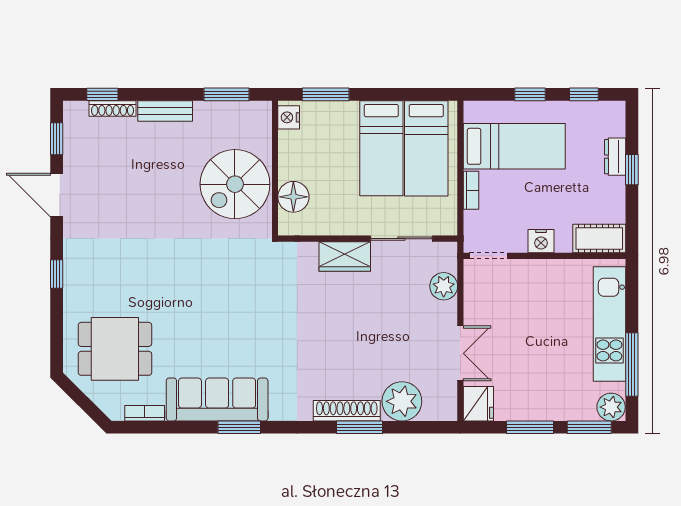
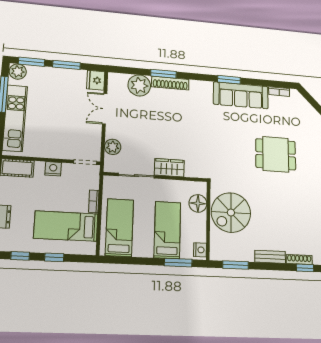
bed: (381, 148) -> (167, 230), moved
spiral stairs: (235, 184) -> (231, 213), turned 180
dining table: (115, 349) -> (276, 154), moved

